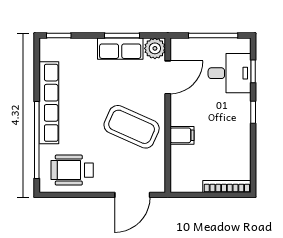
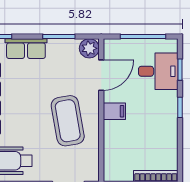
row of seats: (120, 49) -> (26, 49), moved
coffee table: (132, 127) -> (68, 121), turned 56
filing cabinet: (182, 135) -> (114, 111), moved

